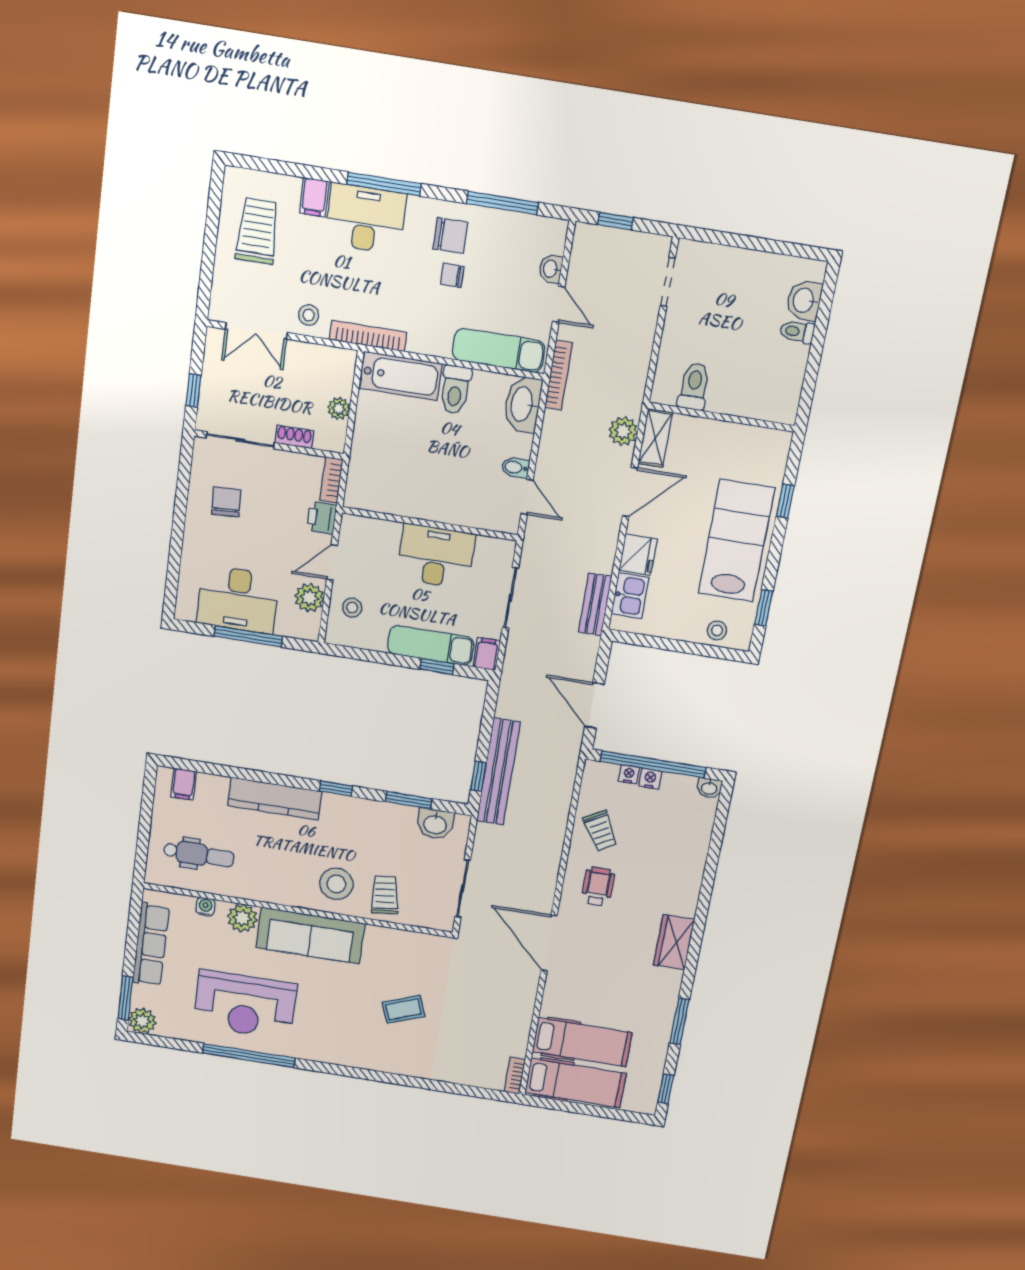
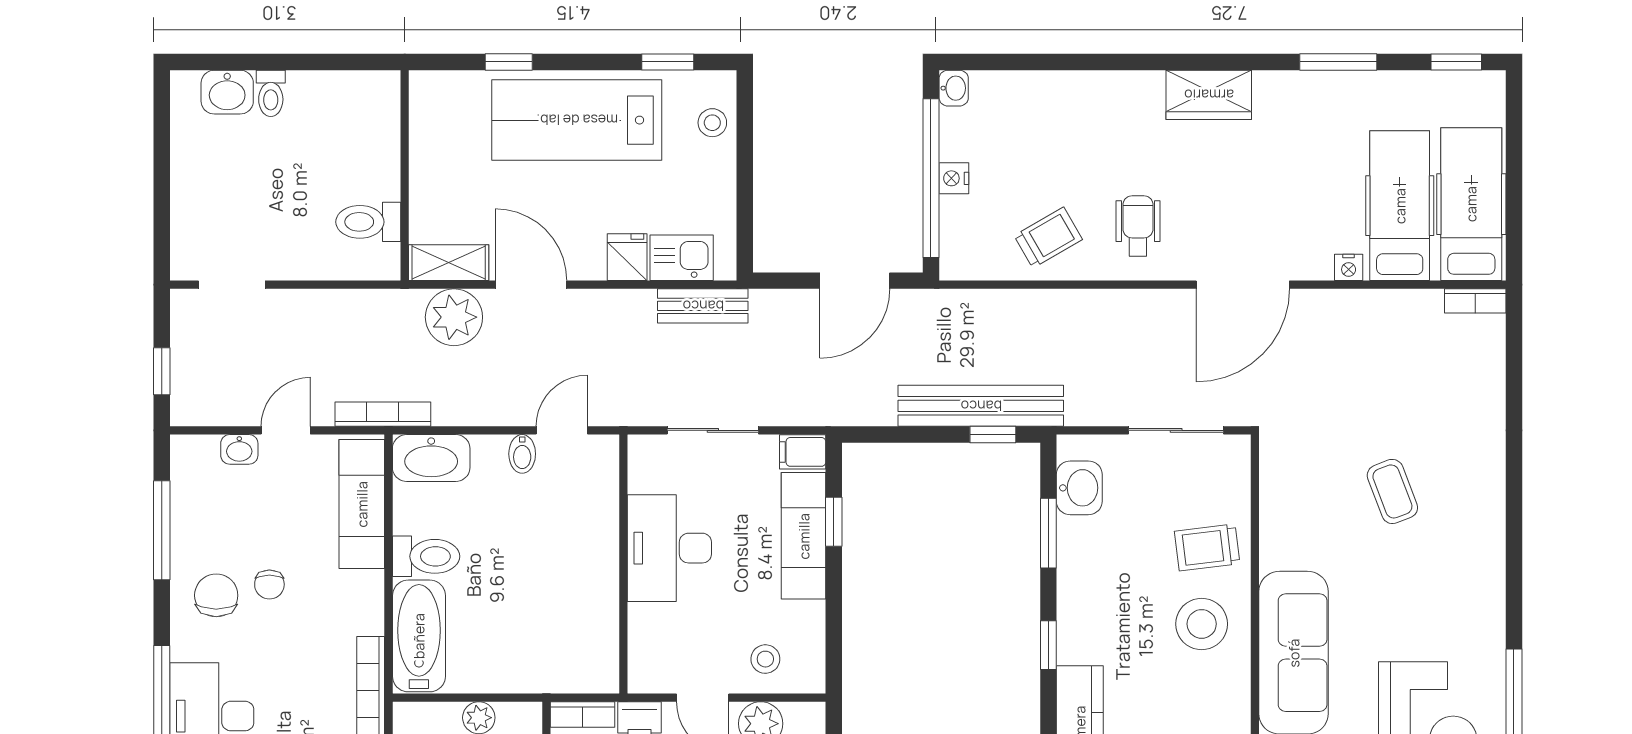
plant: (623, 431) -> (454, 317), width x1.36, depth x1.36
fridge: (638, 555) -> (627, 257), width x0.72
nightstand: (629, 774) -> (1349, 267), moved, turned -90
wheelchair: (598, 887) -> (1138, 226), turned 90

